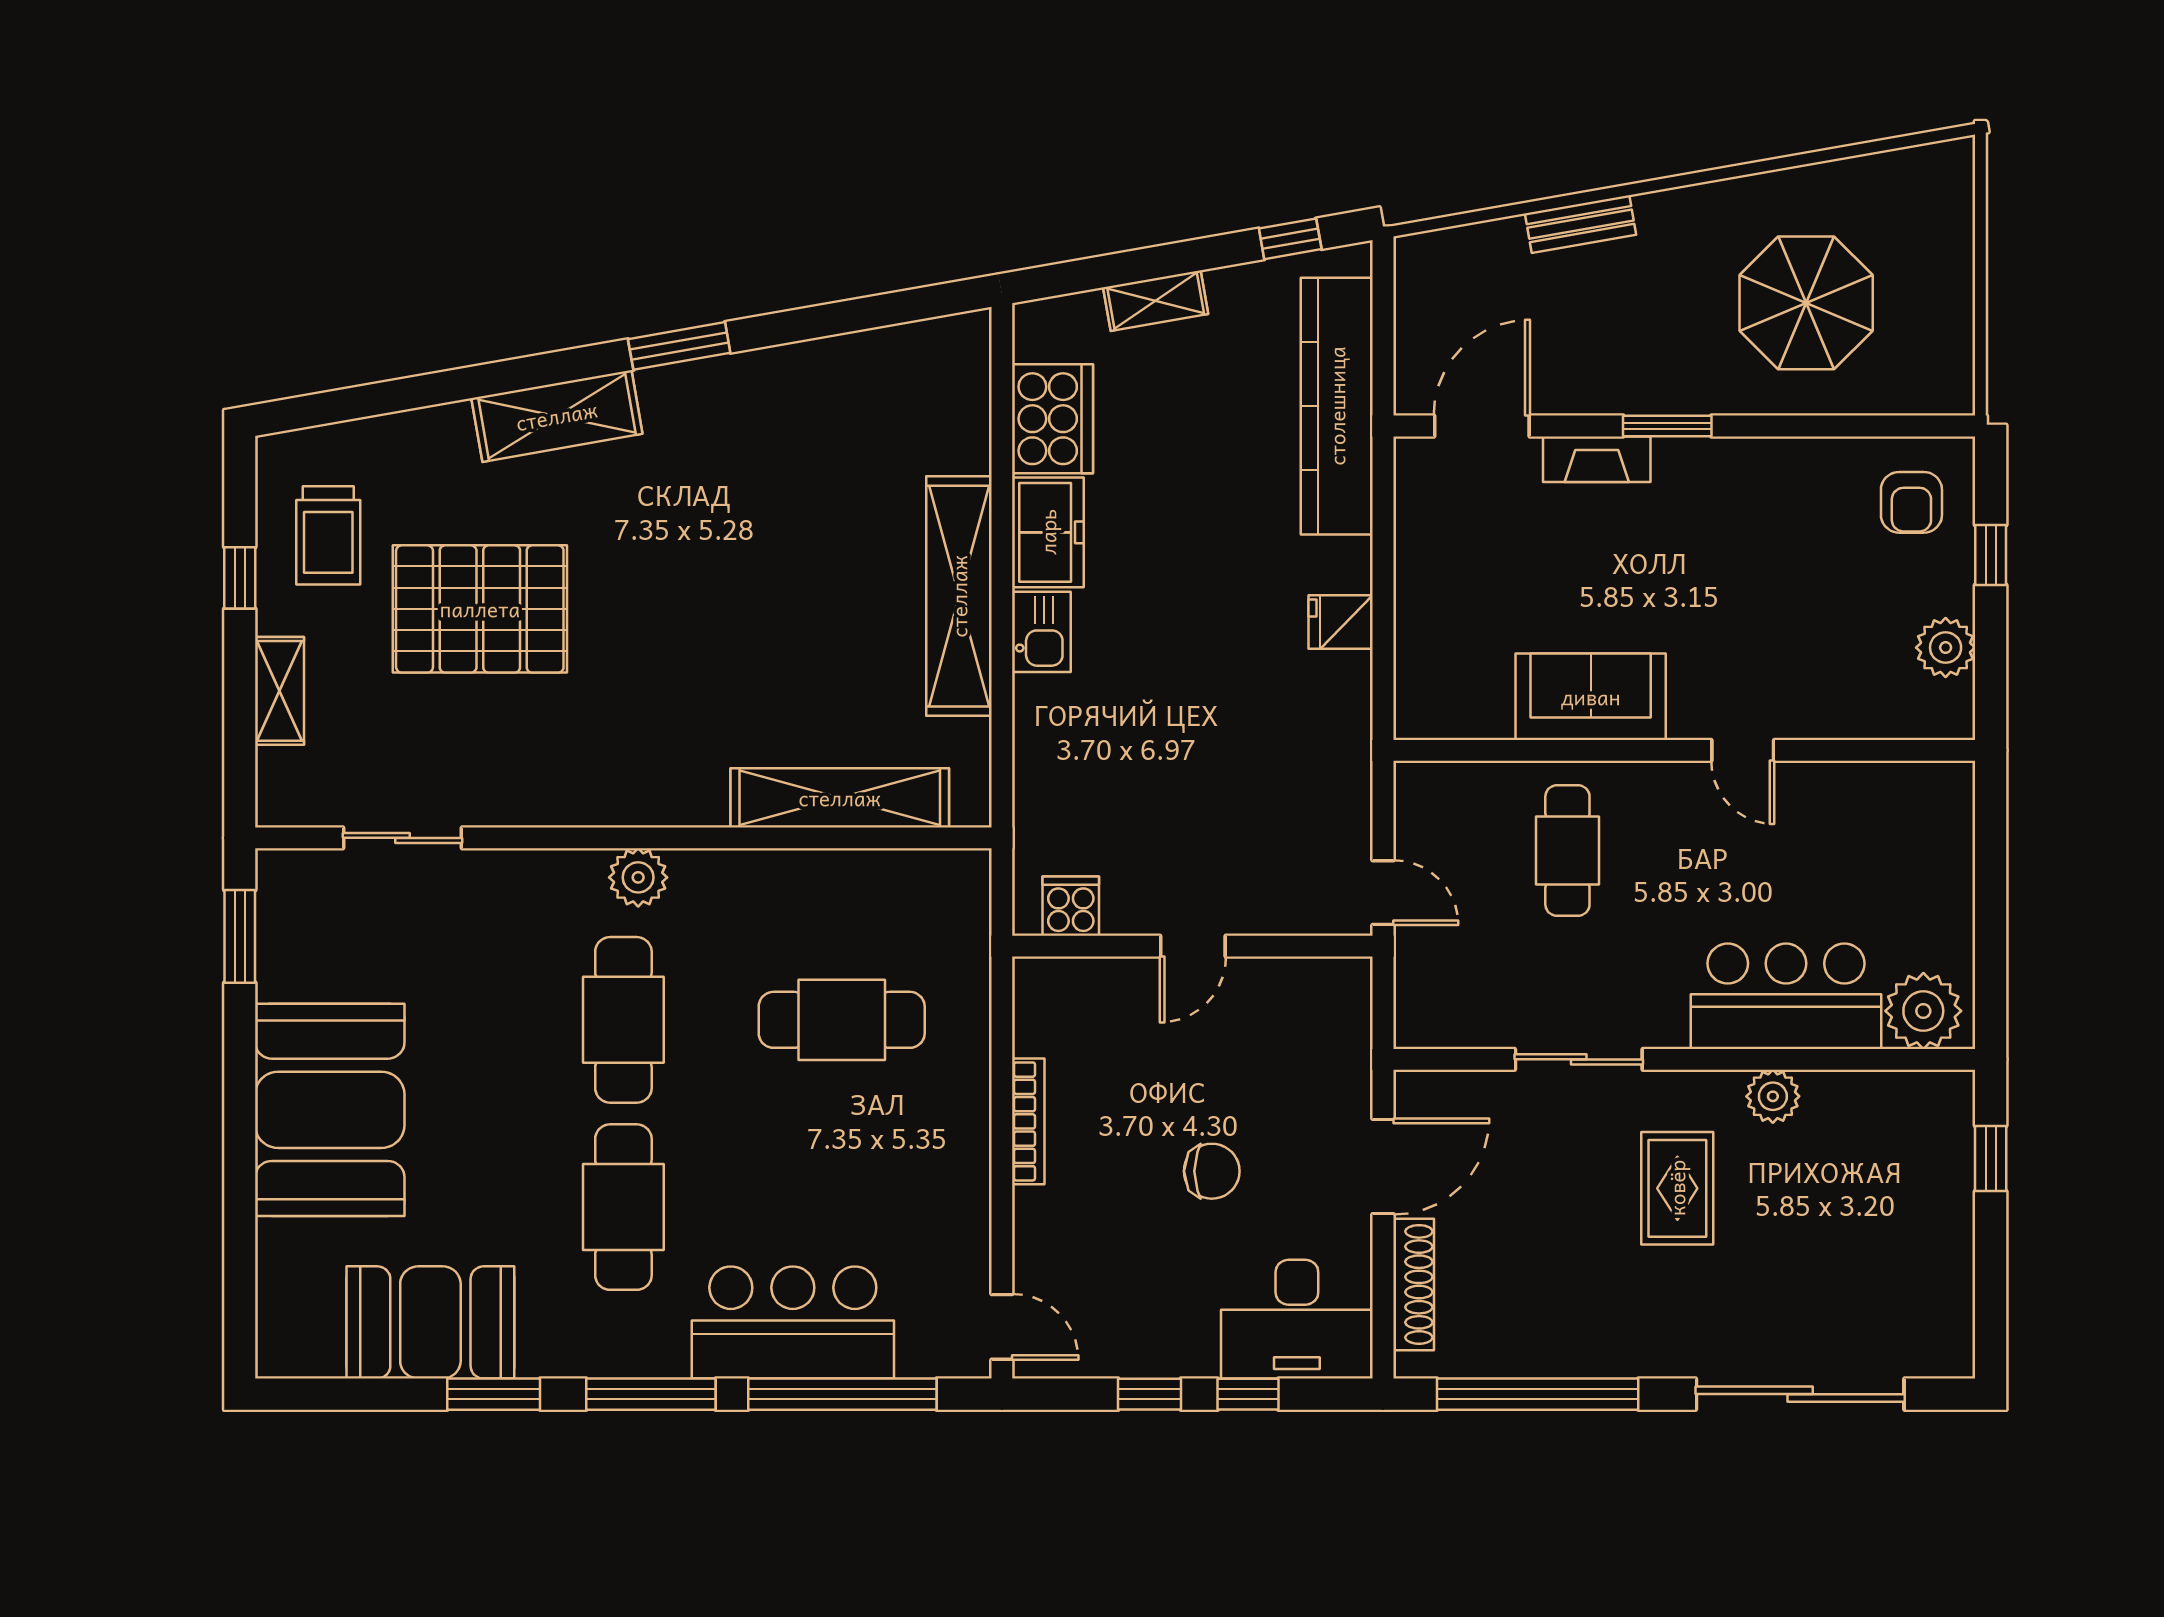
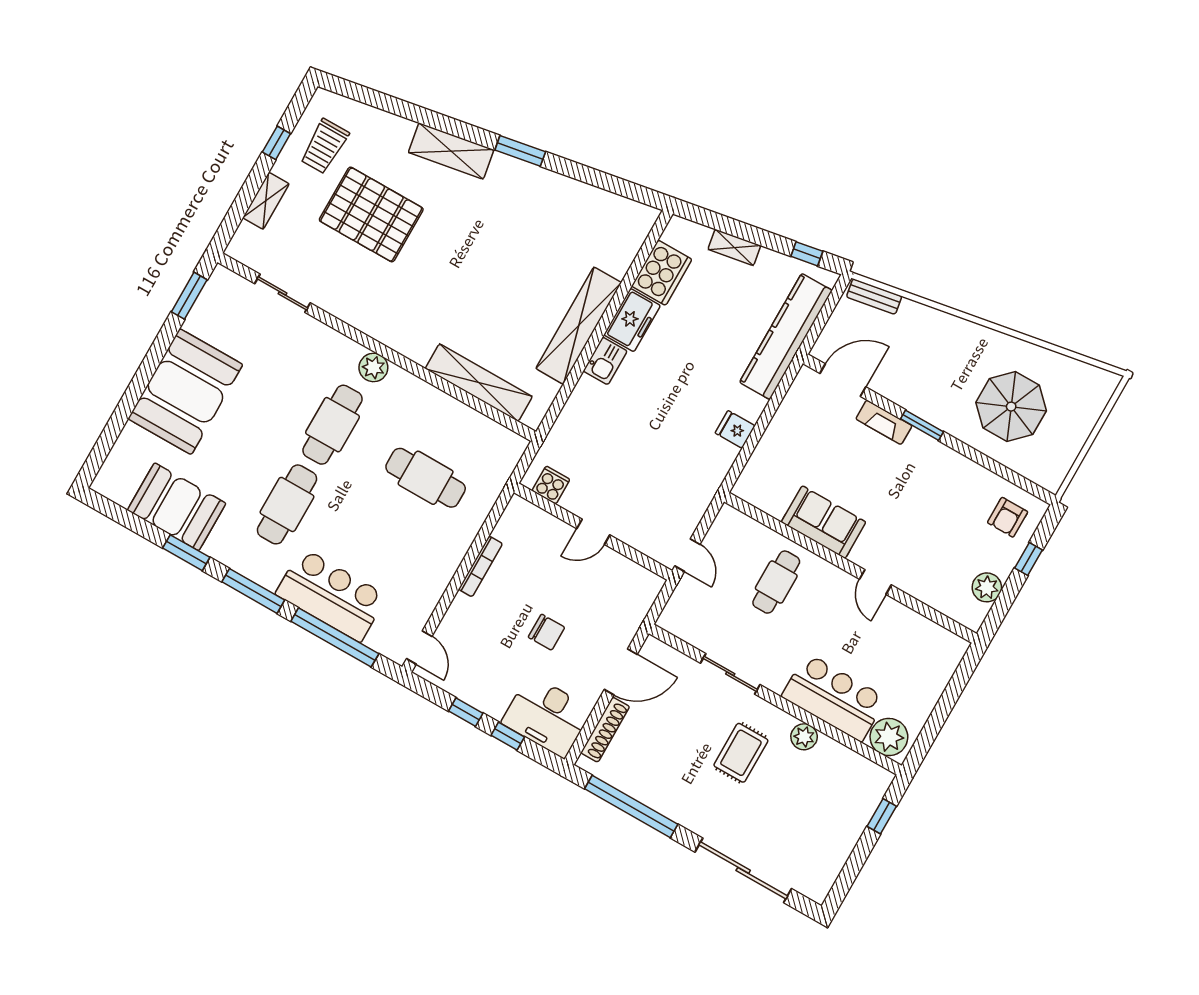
bench: (1581, 224) -> (874, 297), moved

